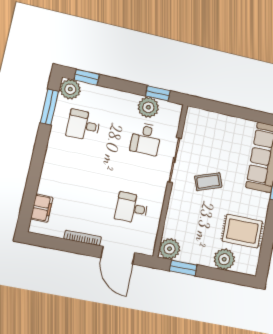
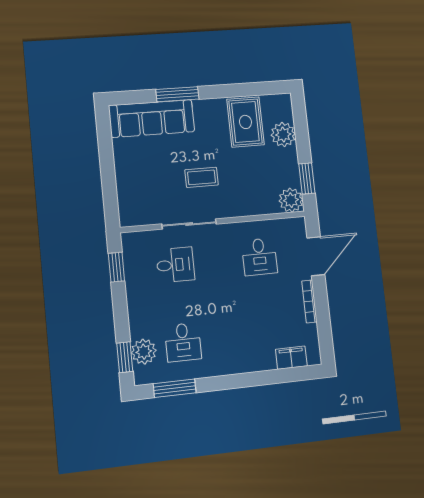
plant: (70, 89) -> (144, 352), moved
plant: (148, 107) -> (137, 273), removed
coffee table: (208, 182) -> (202, 177), turned -70

